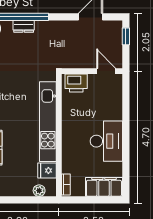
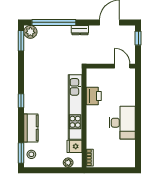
dresser: (24, 26) -> (80, 30), moved
printer: (76, 83) -> (94, 96), moved, turned -90
filing cabinet: (104, 187) -> (120, 160), removed

